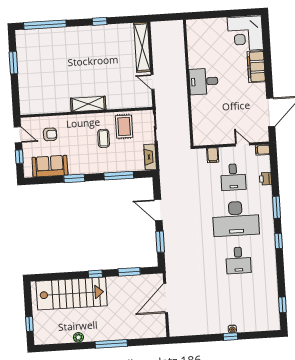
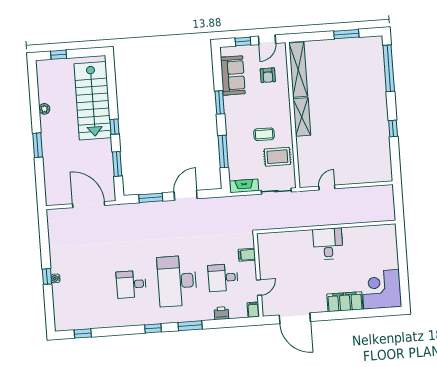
shelving: (142, 47) -> (298, 70), moved, turned 90
window: (111, 344) -> (38, 145), width x0.69

